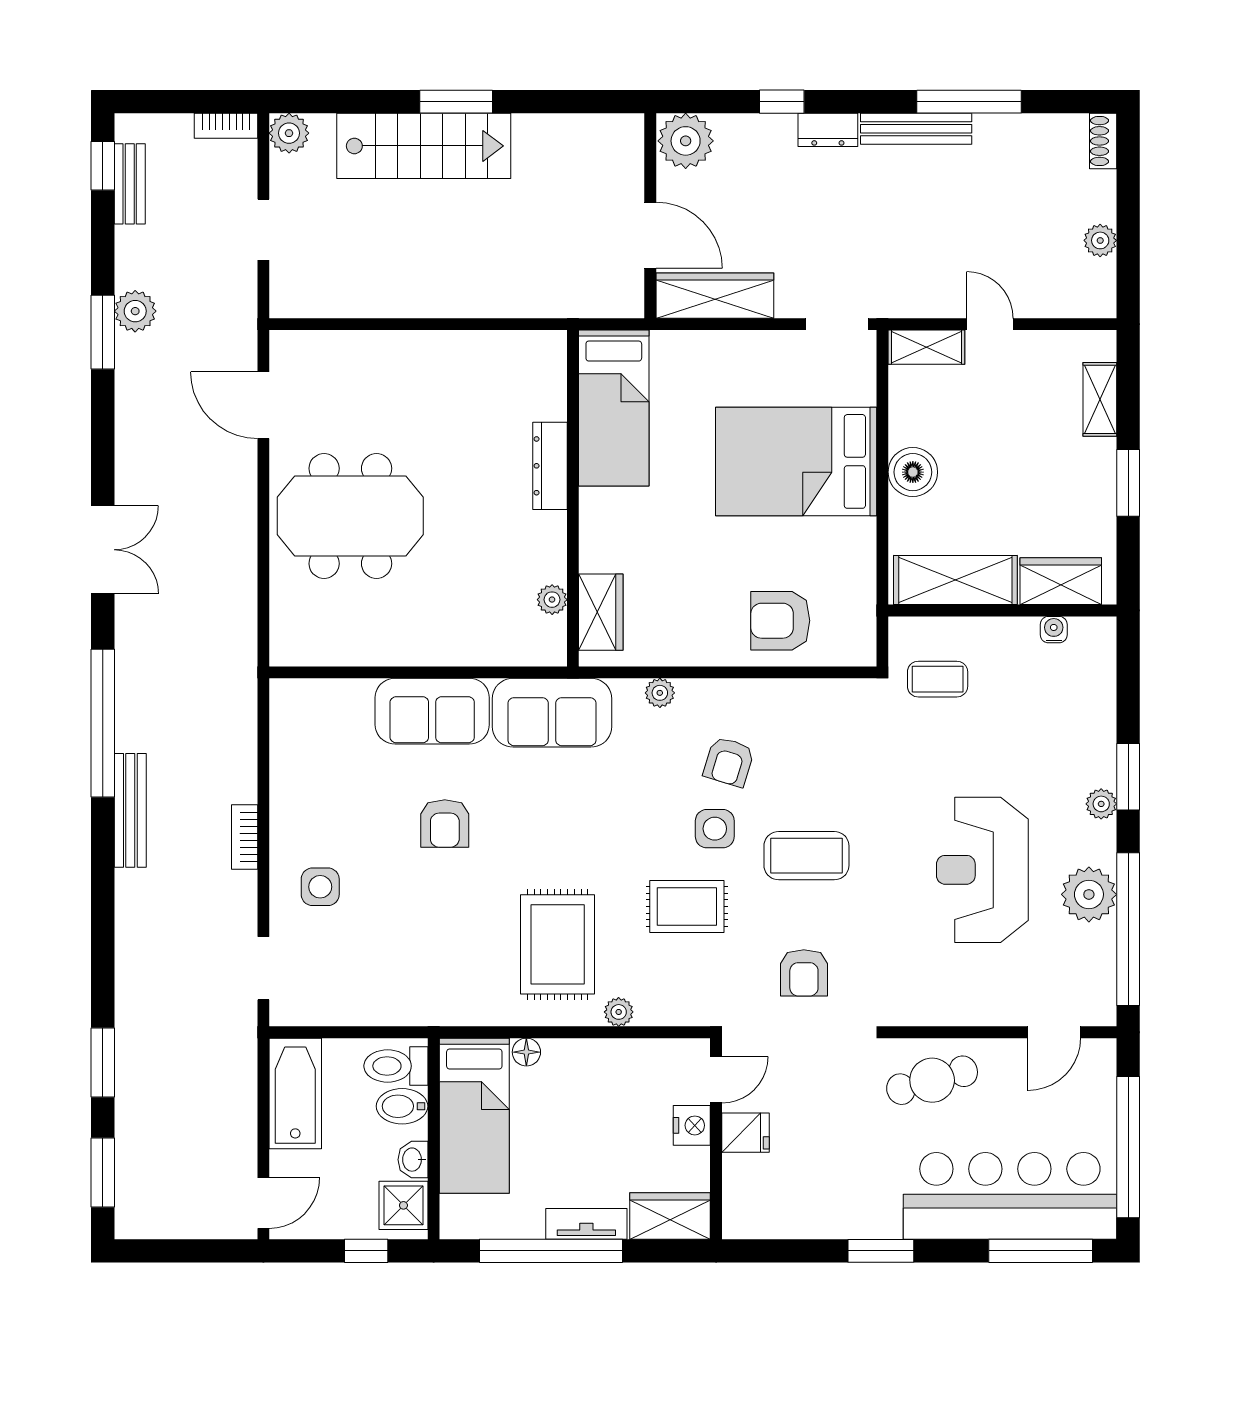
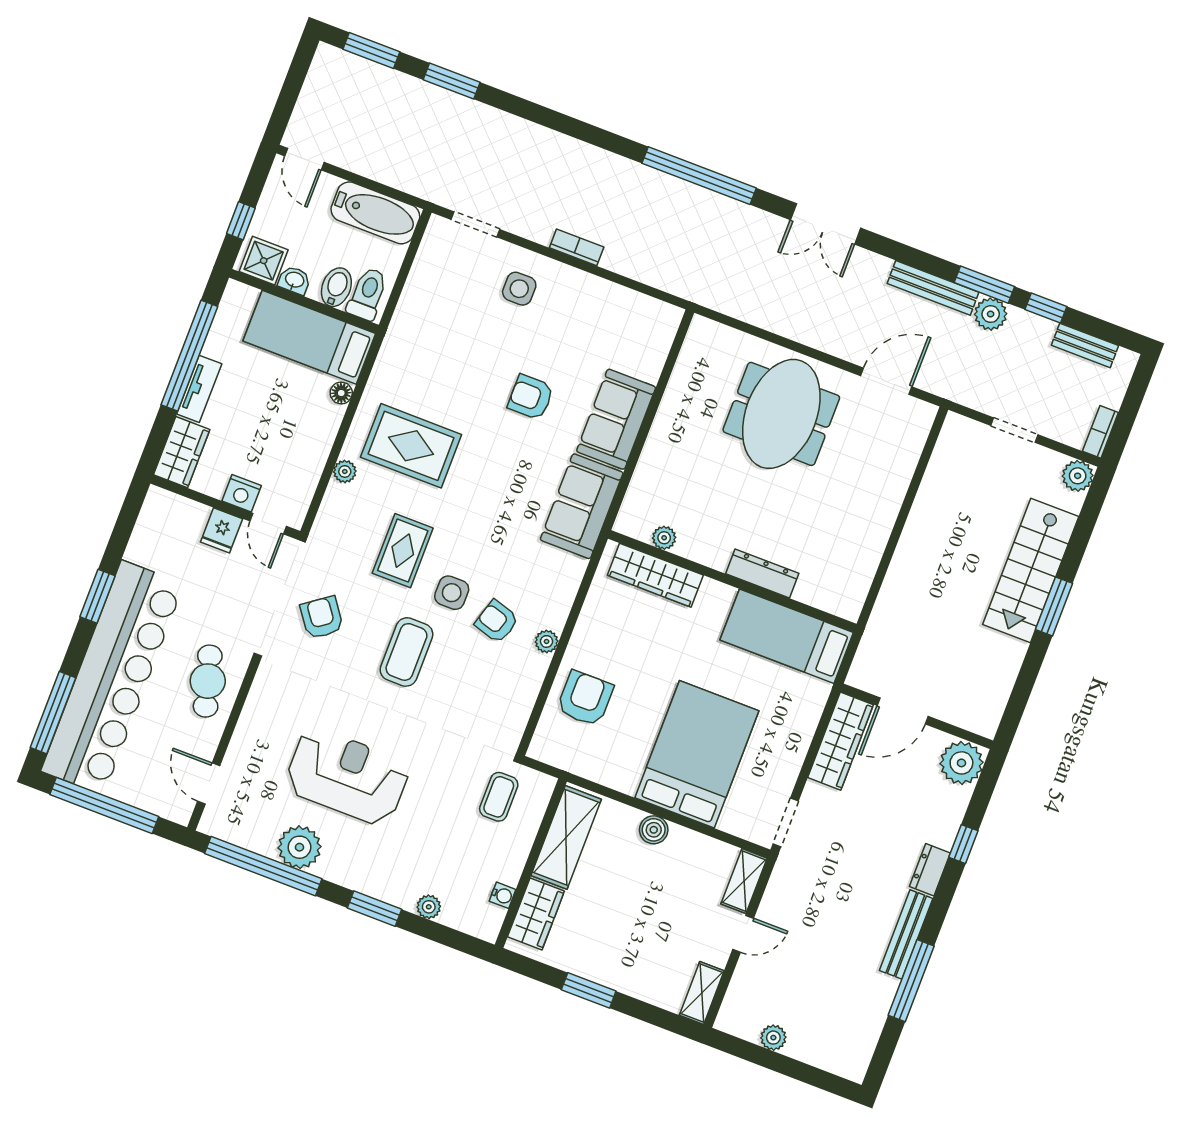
shoe rack: (1103, 141) -> (845, 1067), removed
window: (103, 166) -> (1046, 308), moved
shelving: (1100, 399) -> (702, 993), moved, turned 90
boiler: (913, 472) -> (654, 830), width x0.73, depth x0.73
wardrobe: (601, 612) -> (655, 575), width x1.50
plant: (660, 693) -> (547, 641), moved
plant: (1101, 804) -> (429, 907), moved
bench: (130, 810) -> (933, 288), moved
armchair: (804, 973) -> (322, 618), turned 54
bar counter: (1010, 1196) -> (112, 677), width x1.36

